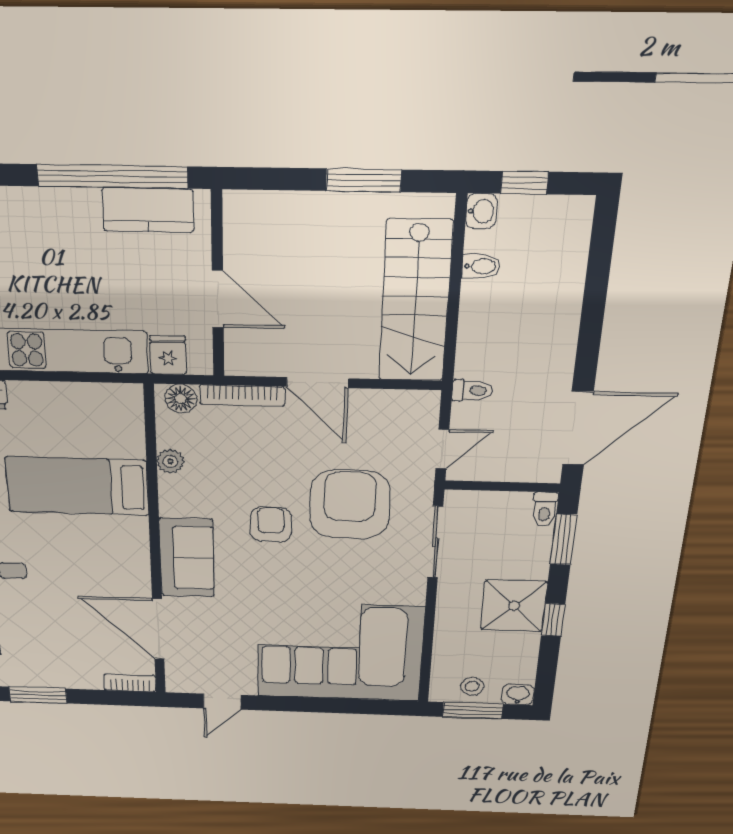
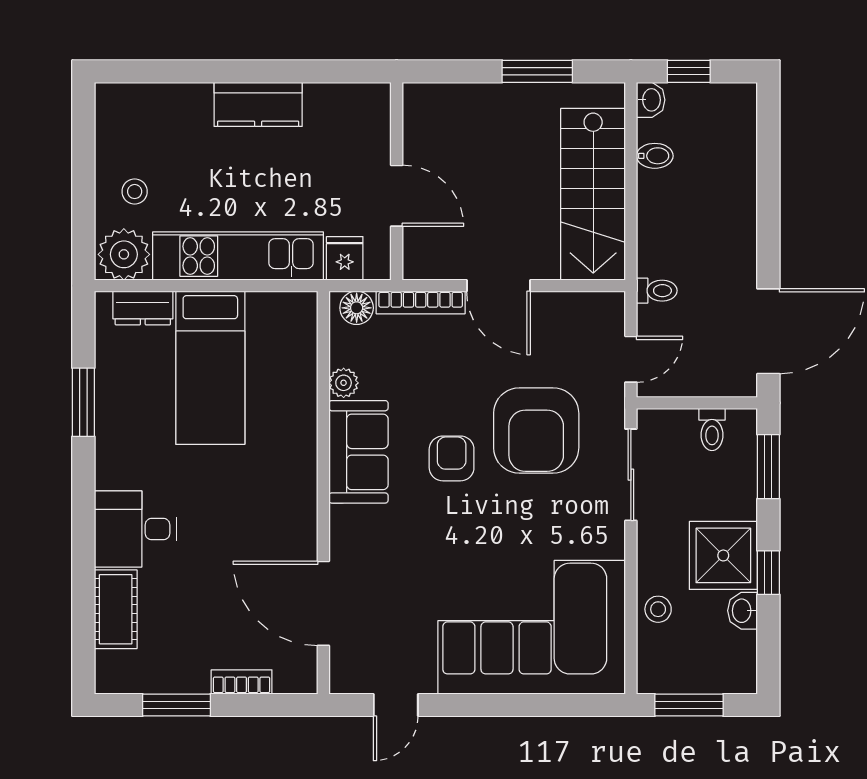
window: (113, 176) -> (296, 71), removed
kitchen counter: (148, 210) -> (258, 104), moved
bed: (77, 486) -> (210, 368), moved, turned -90
armchair: (350, 505) -> (536, 431), turned 180
toilet: (545, 509) -> (712, 429), moved
sofa: (187, 558) -> (358, 452), moved
bookcase: (130, 683) -> (242, 682), moved
stool: (472, 686) -> (658, 609), moved
washbasin: (518, 694) -> (743, 611), moved, turned -90

